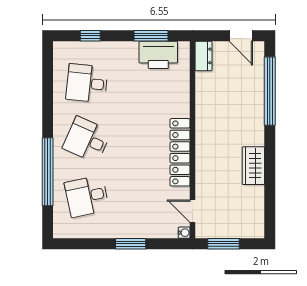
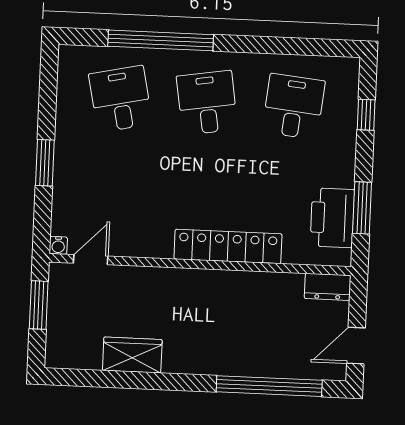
desk: (87, 140) -> (207, 103), turned -33
locker: (180, 152) -> (228, 246), moved
wardrobe: (253, 166) -> (132, 355), moved

